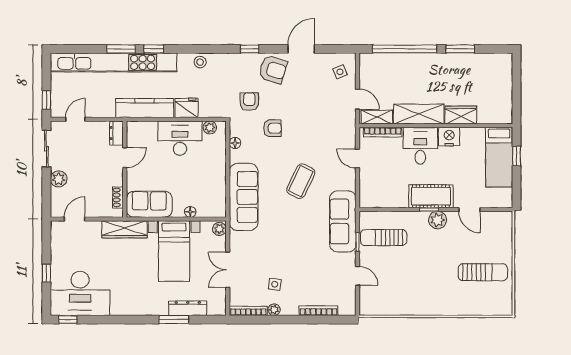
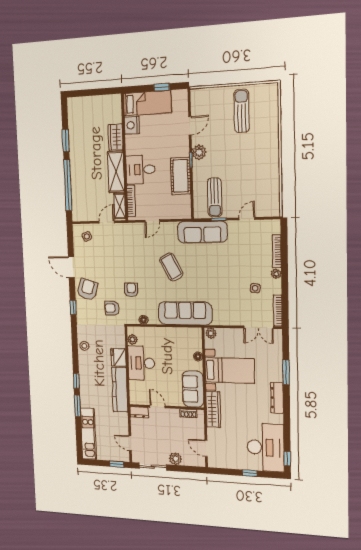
kitchen unit: (114, 62) -> (88, 434), width x0.54
nightstand: (449, 137) -> (132, 125), moved
window: (517, 156) -> (162, 87), moved
coffee table: (301, 181) -> (171, 267), turned 36
cot: (431, 196) -> (181, 176), moved
double door: (228, 270) -> (258, 327), moved
dresser: (188, 308) -> (277, 398), moved
plant: (274, 310) -> (276, 274), moved

